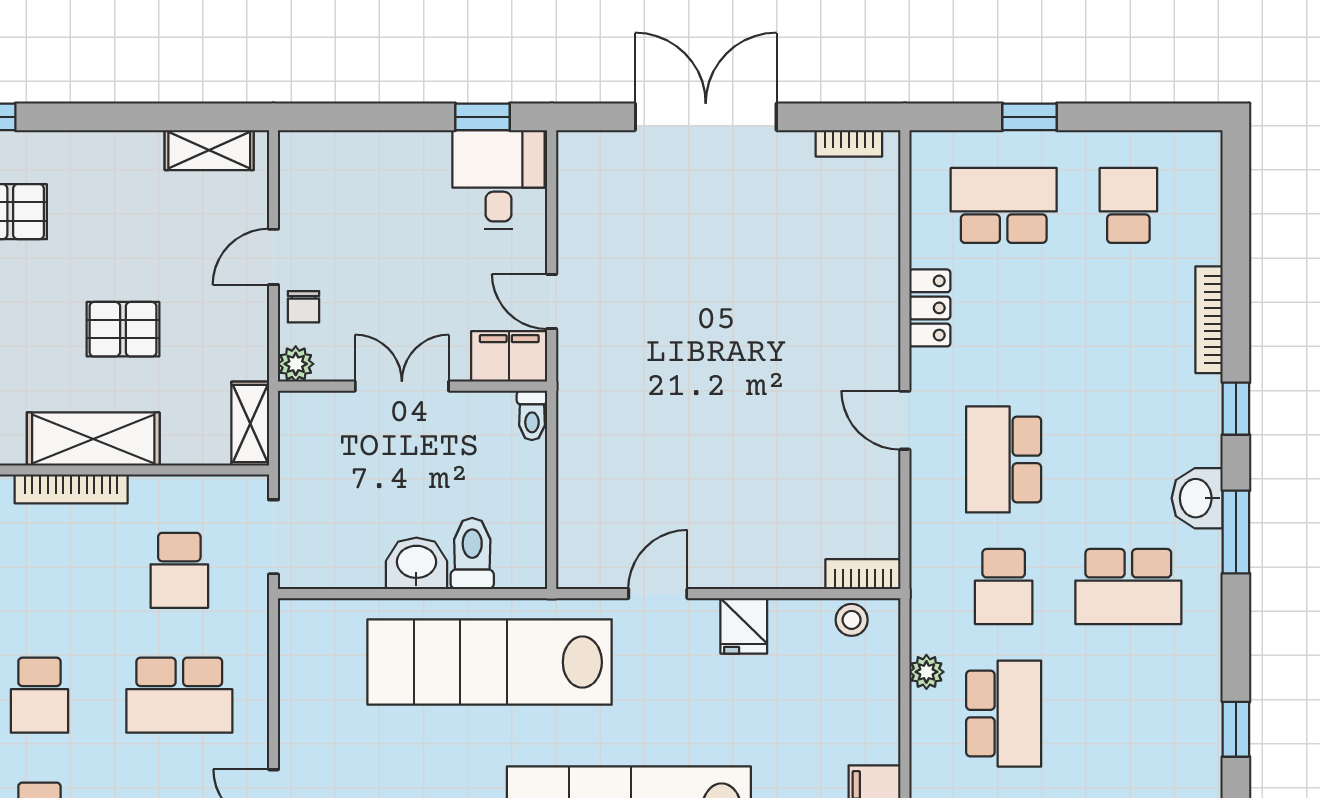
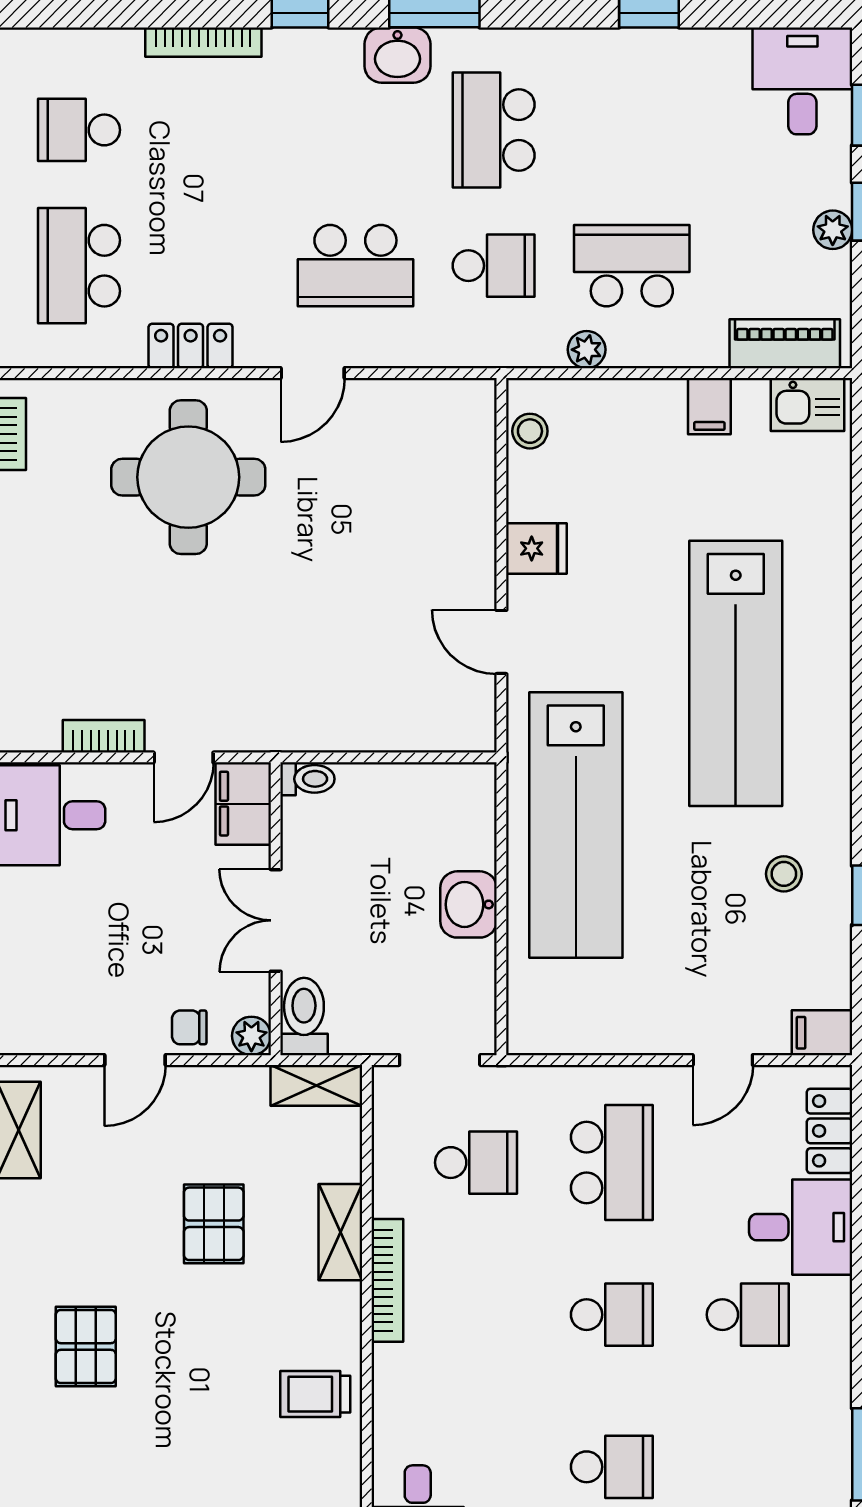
door: (273, 257) -> (135, 1060), hinge flipped
round table: (809, 306) -> (188, 477), added
chair: (303, 307) -> (189, 1027), turned 180
shelving: (93, 439) -> (340, 1232), width x0.67, depth x0.75
toilet: (472, 554) -> (304, 1017), moved, turned 90
bookcase: (863, 574) -> (104, 736), moved, turned 90
school desk: (1128, 587) -> (494, 130), turned 180

